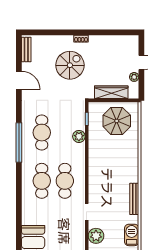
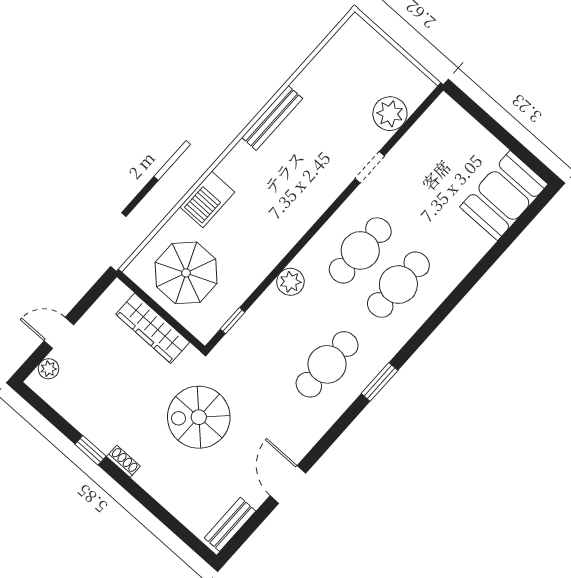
window: (95, 32) -> (90, 450), added
spiral stairs: (70, 65) -> (199, 417), moved
plant: (134, 77) -> (48, 369), moved
plant: (79, 136) -> (290, 282), moved
window: (19, 142) -> (380, 382), width x0.47
barbecue: (132, 235) -> (207, 199), moved

